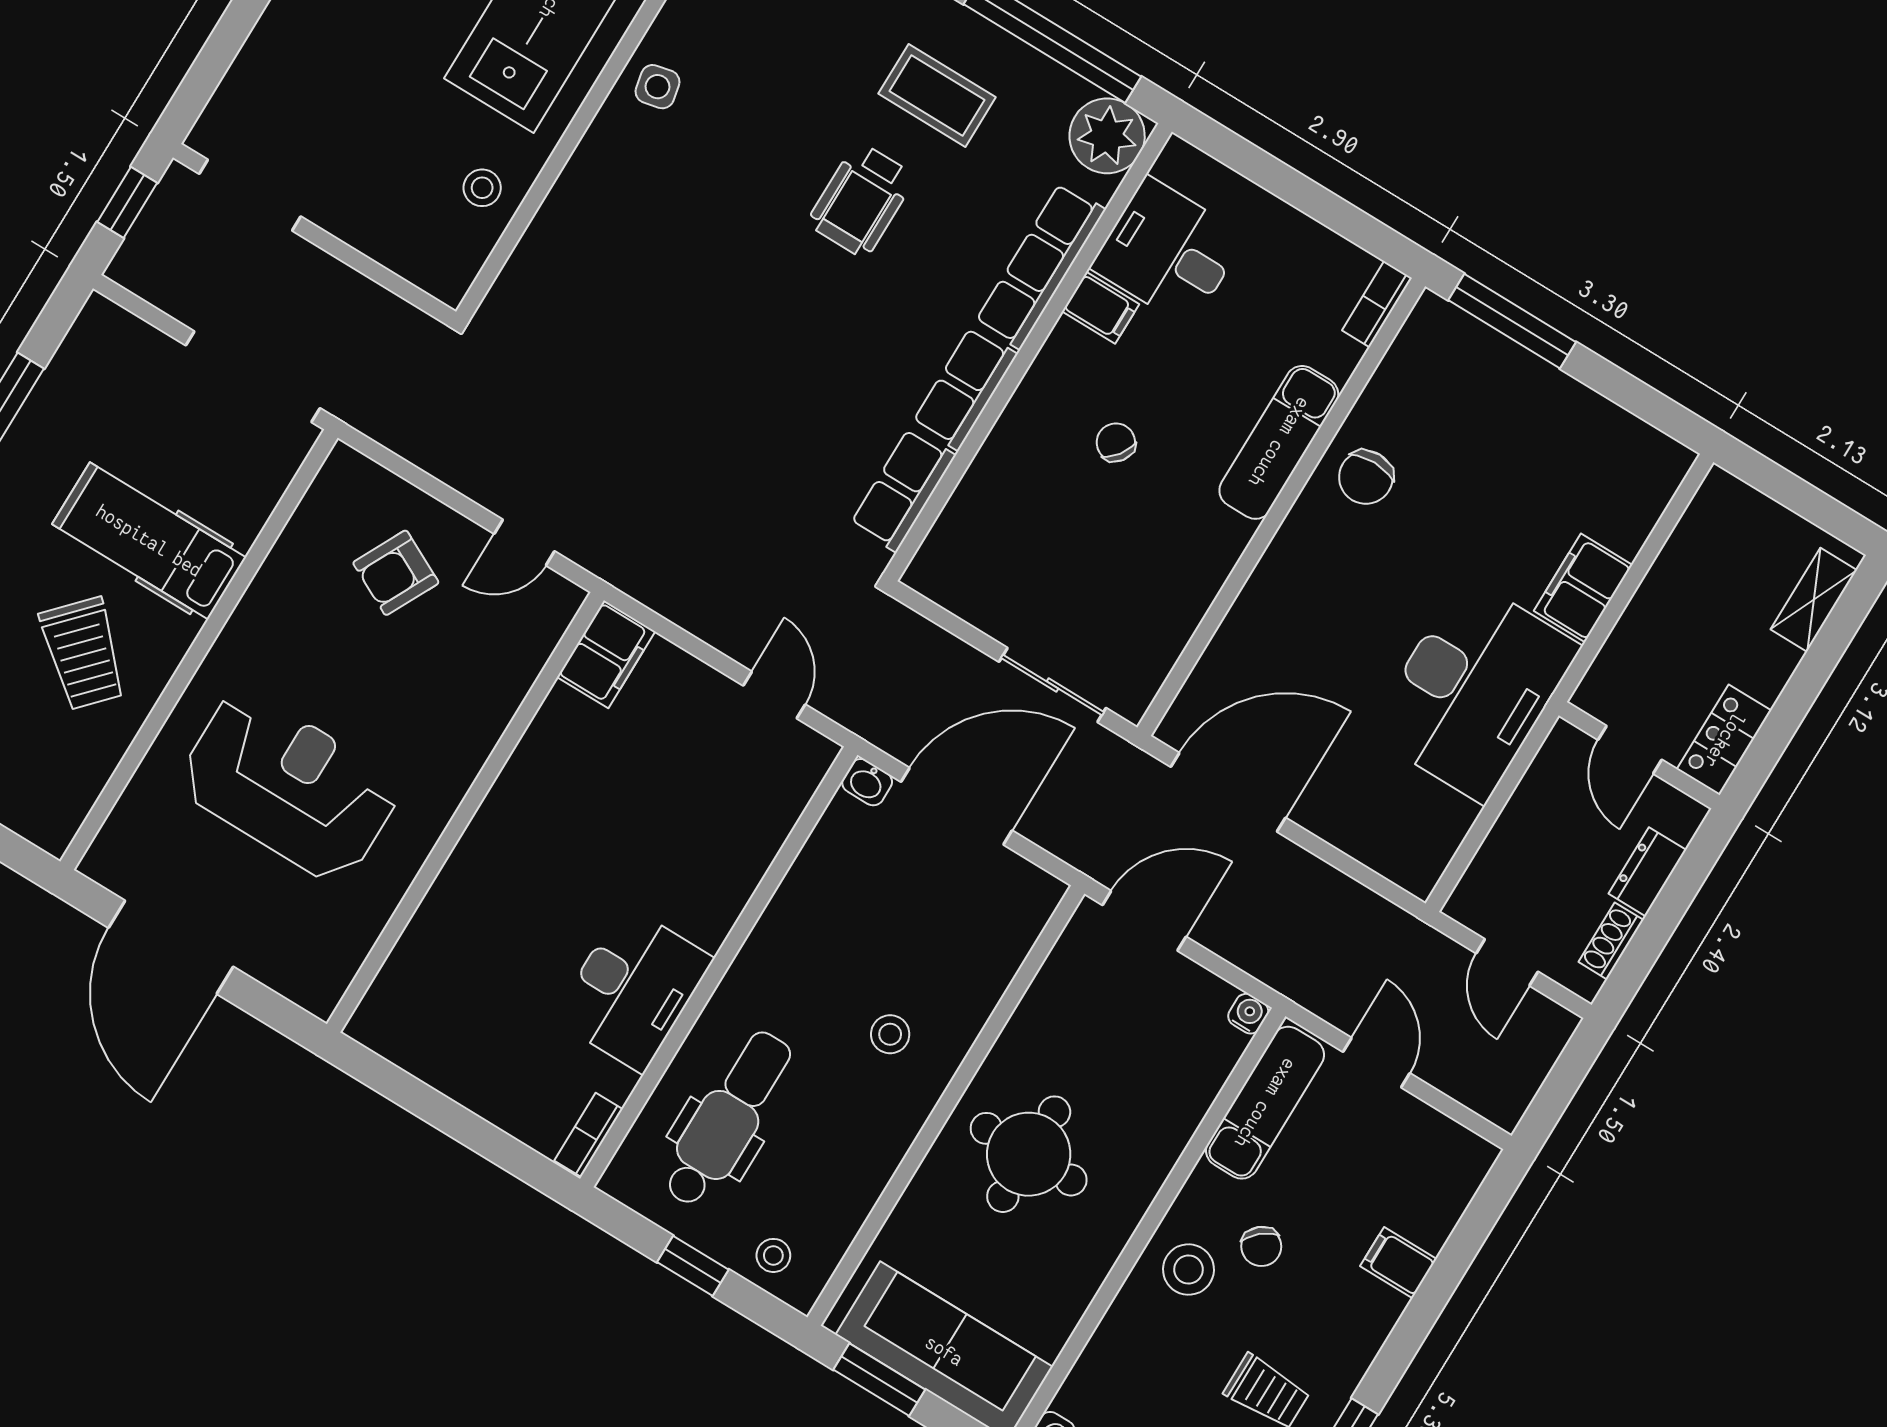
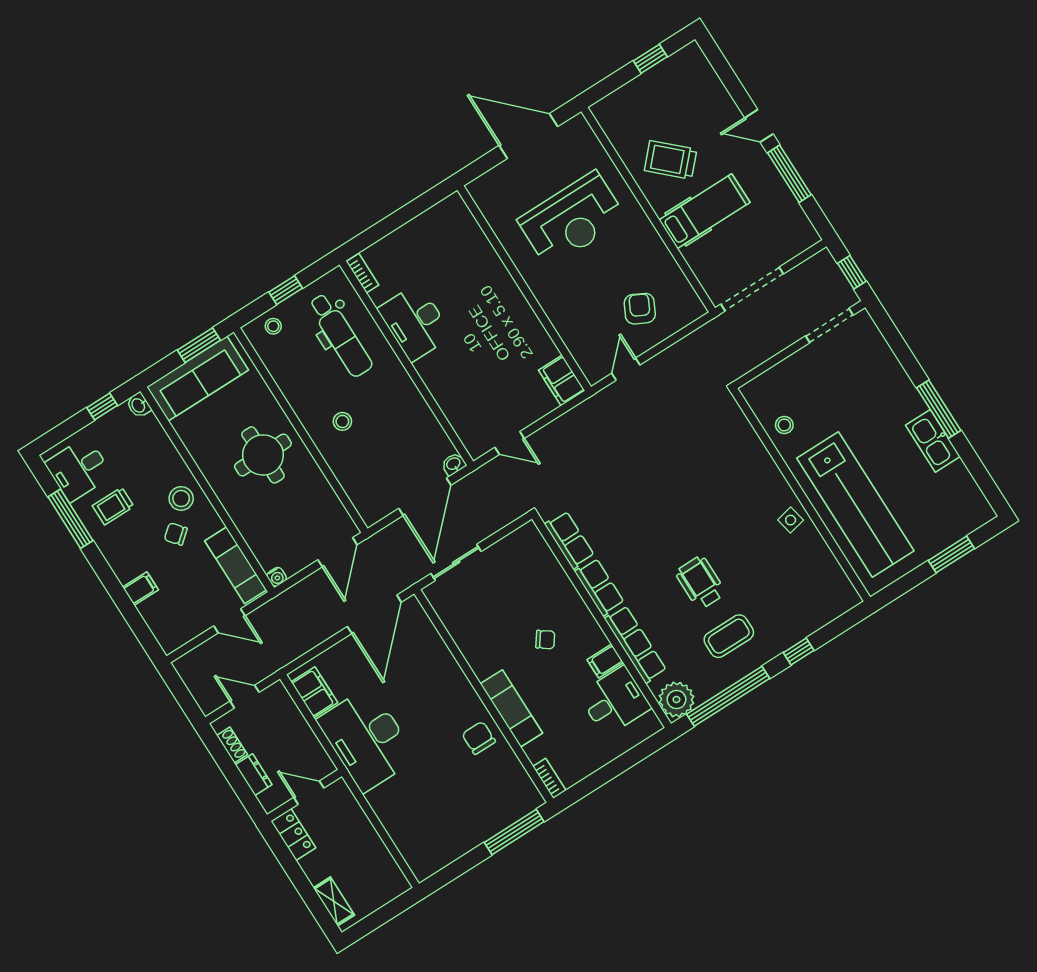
filing cabinet: (1583, 588) -> (314, 692), moved

